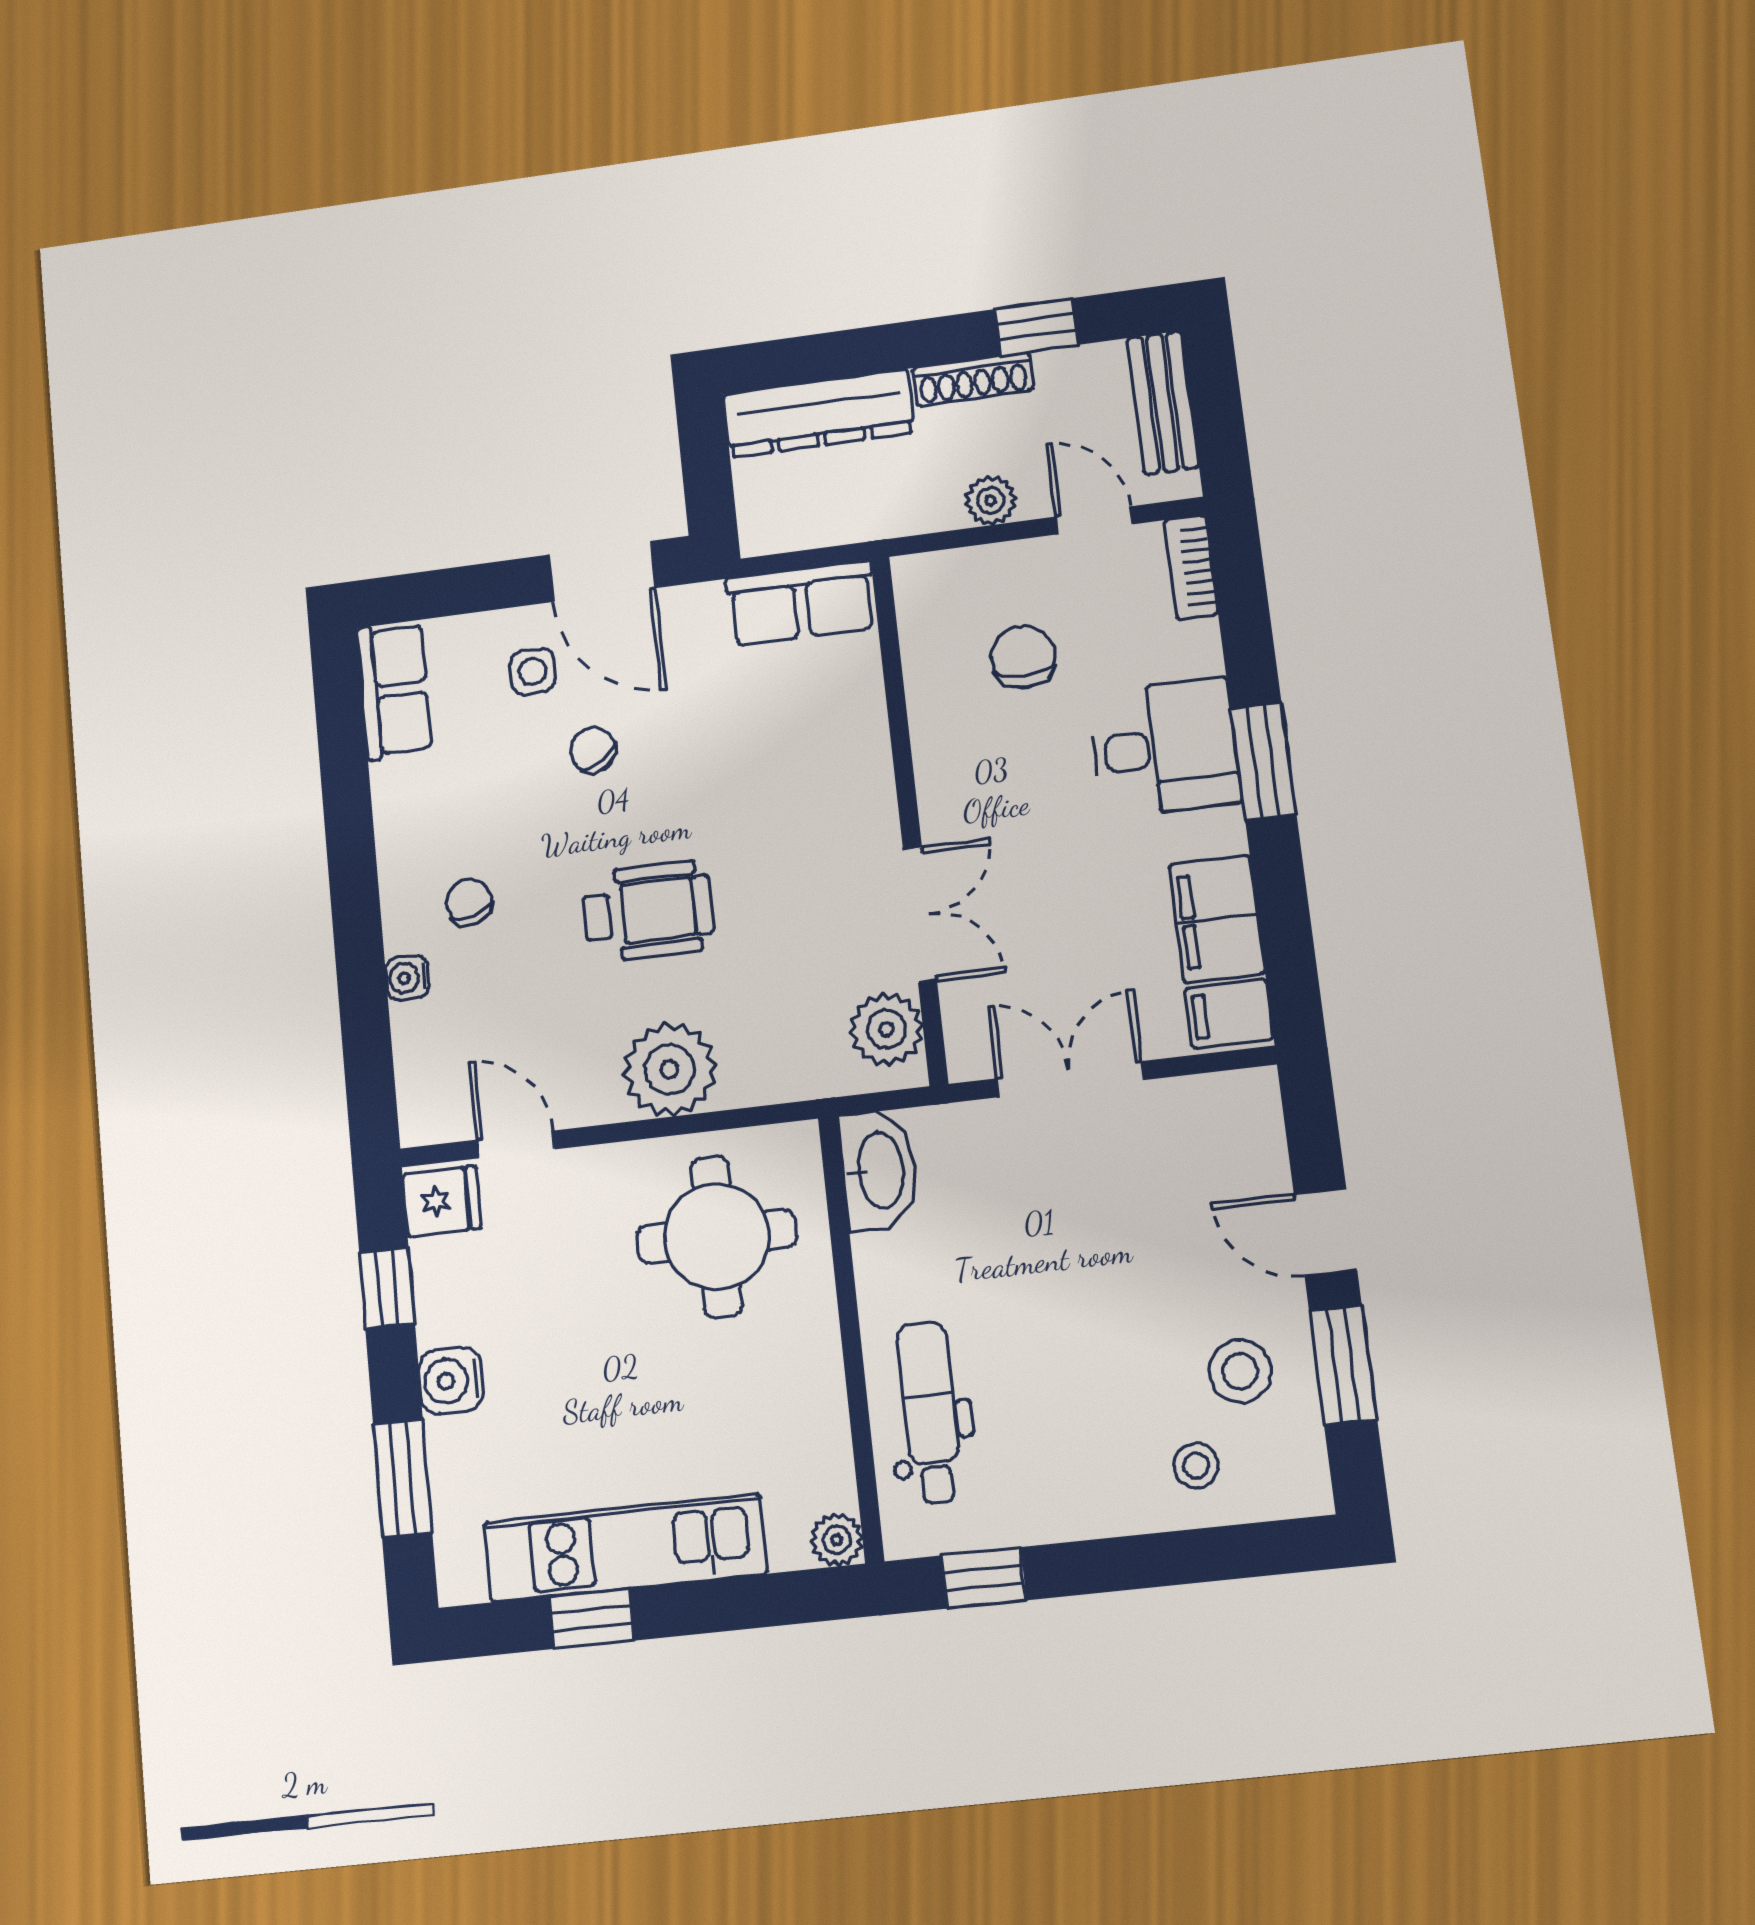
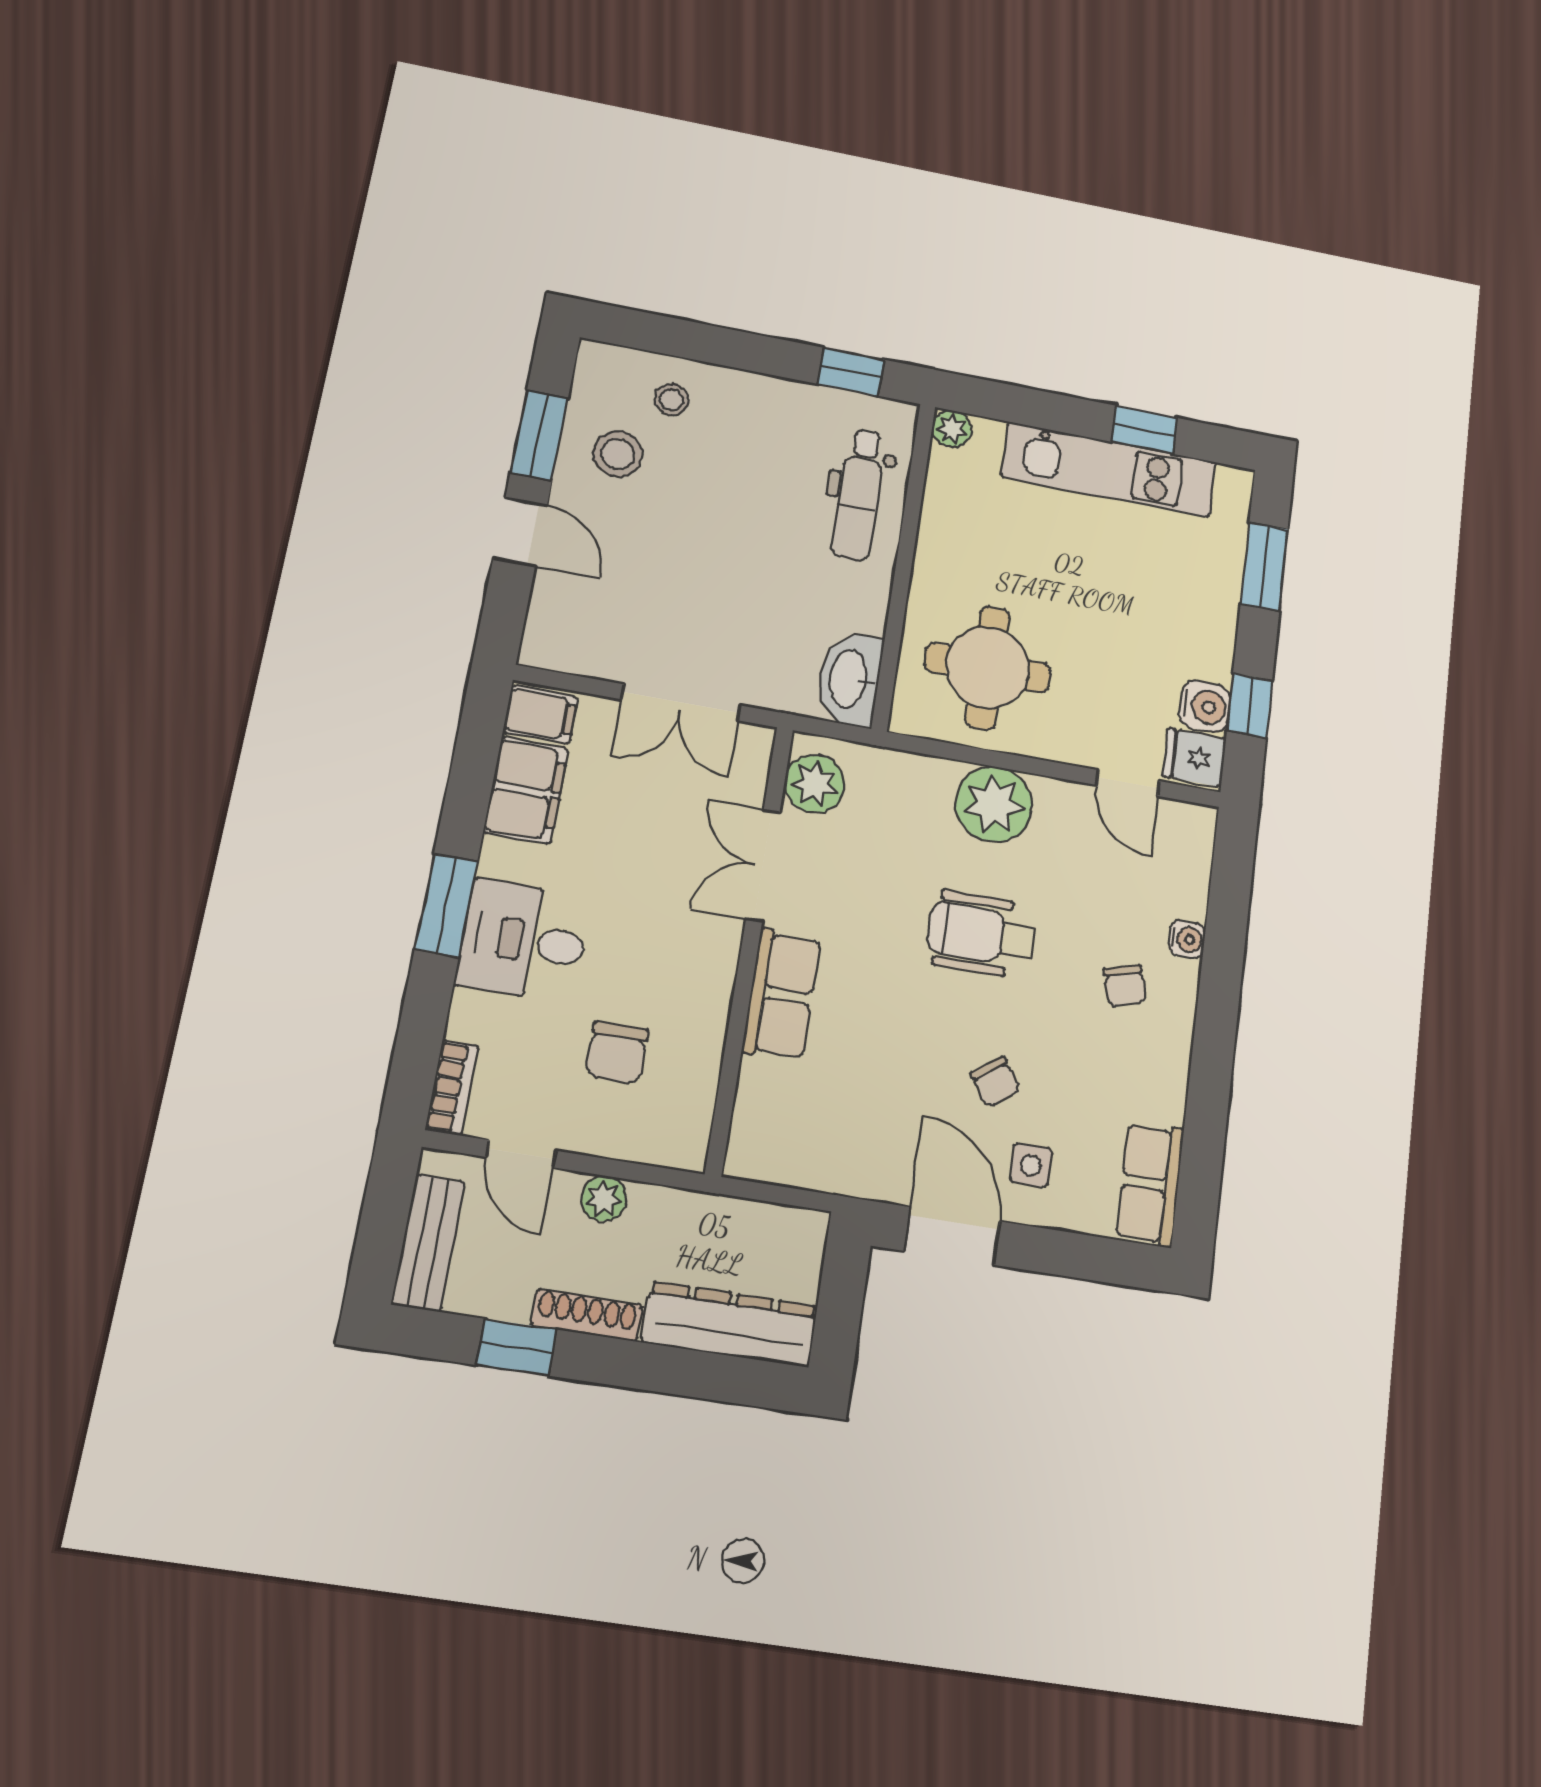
row of seats: (801, 603) -> (781, 994), moved, turned 90
water cooler: (451, 1381) -> (1205, 706), moved

